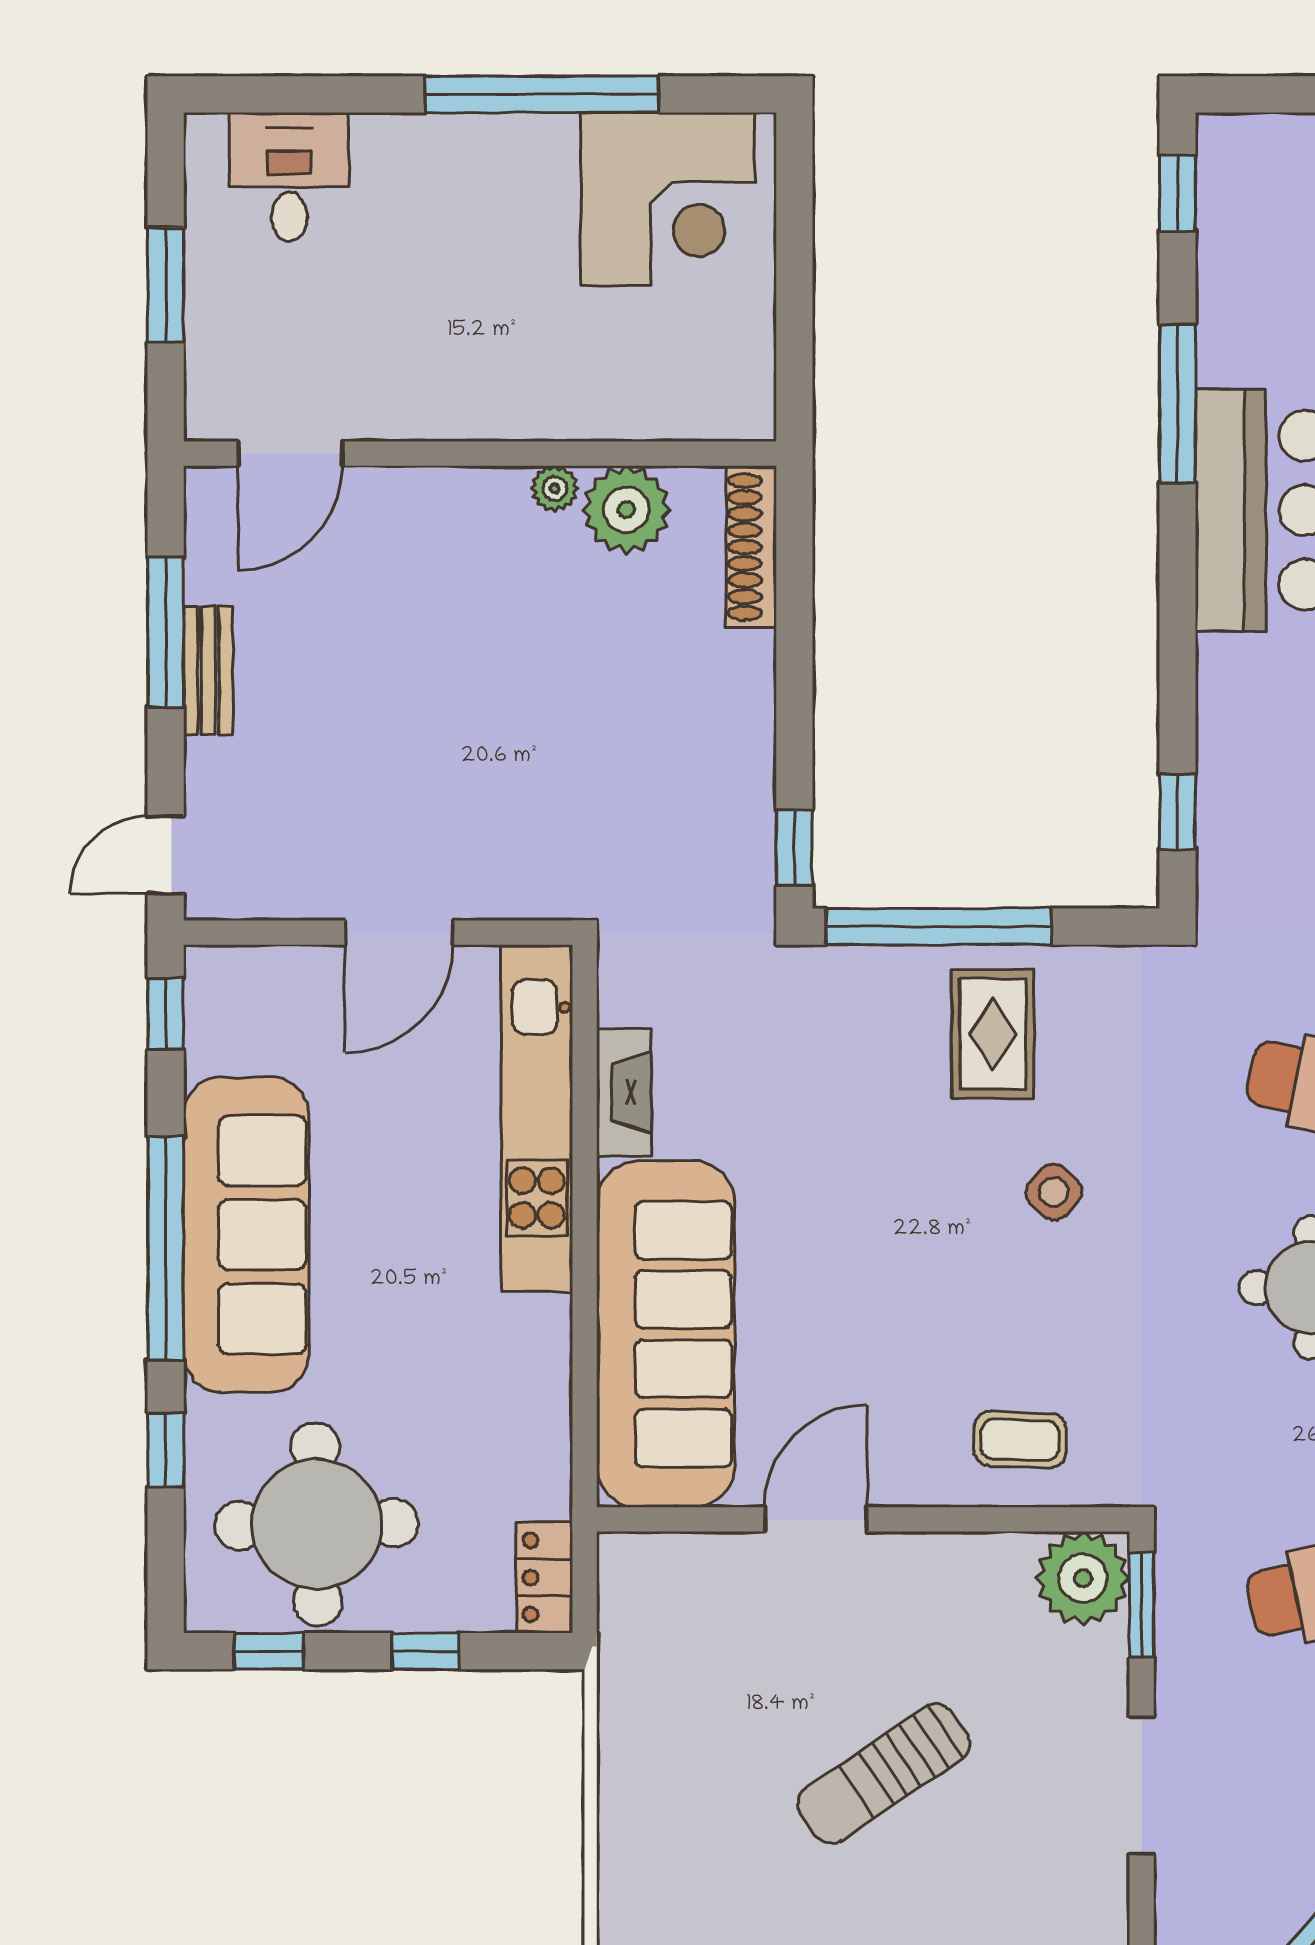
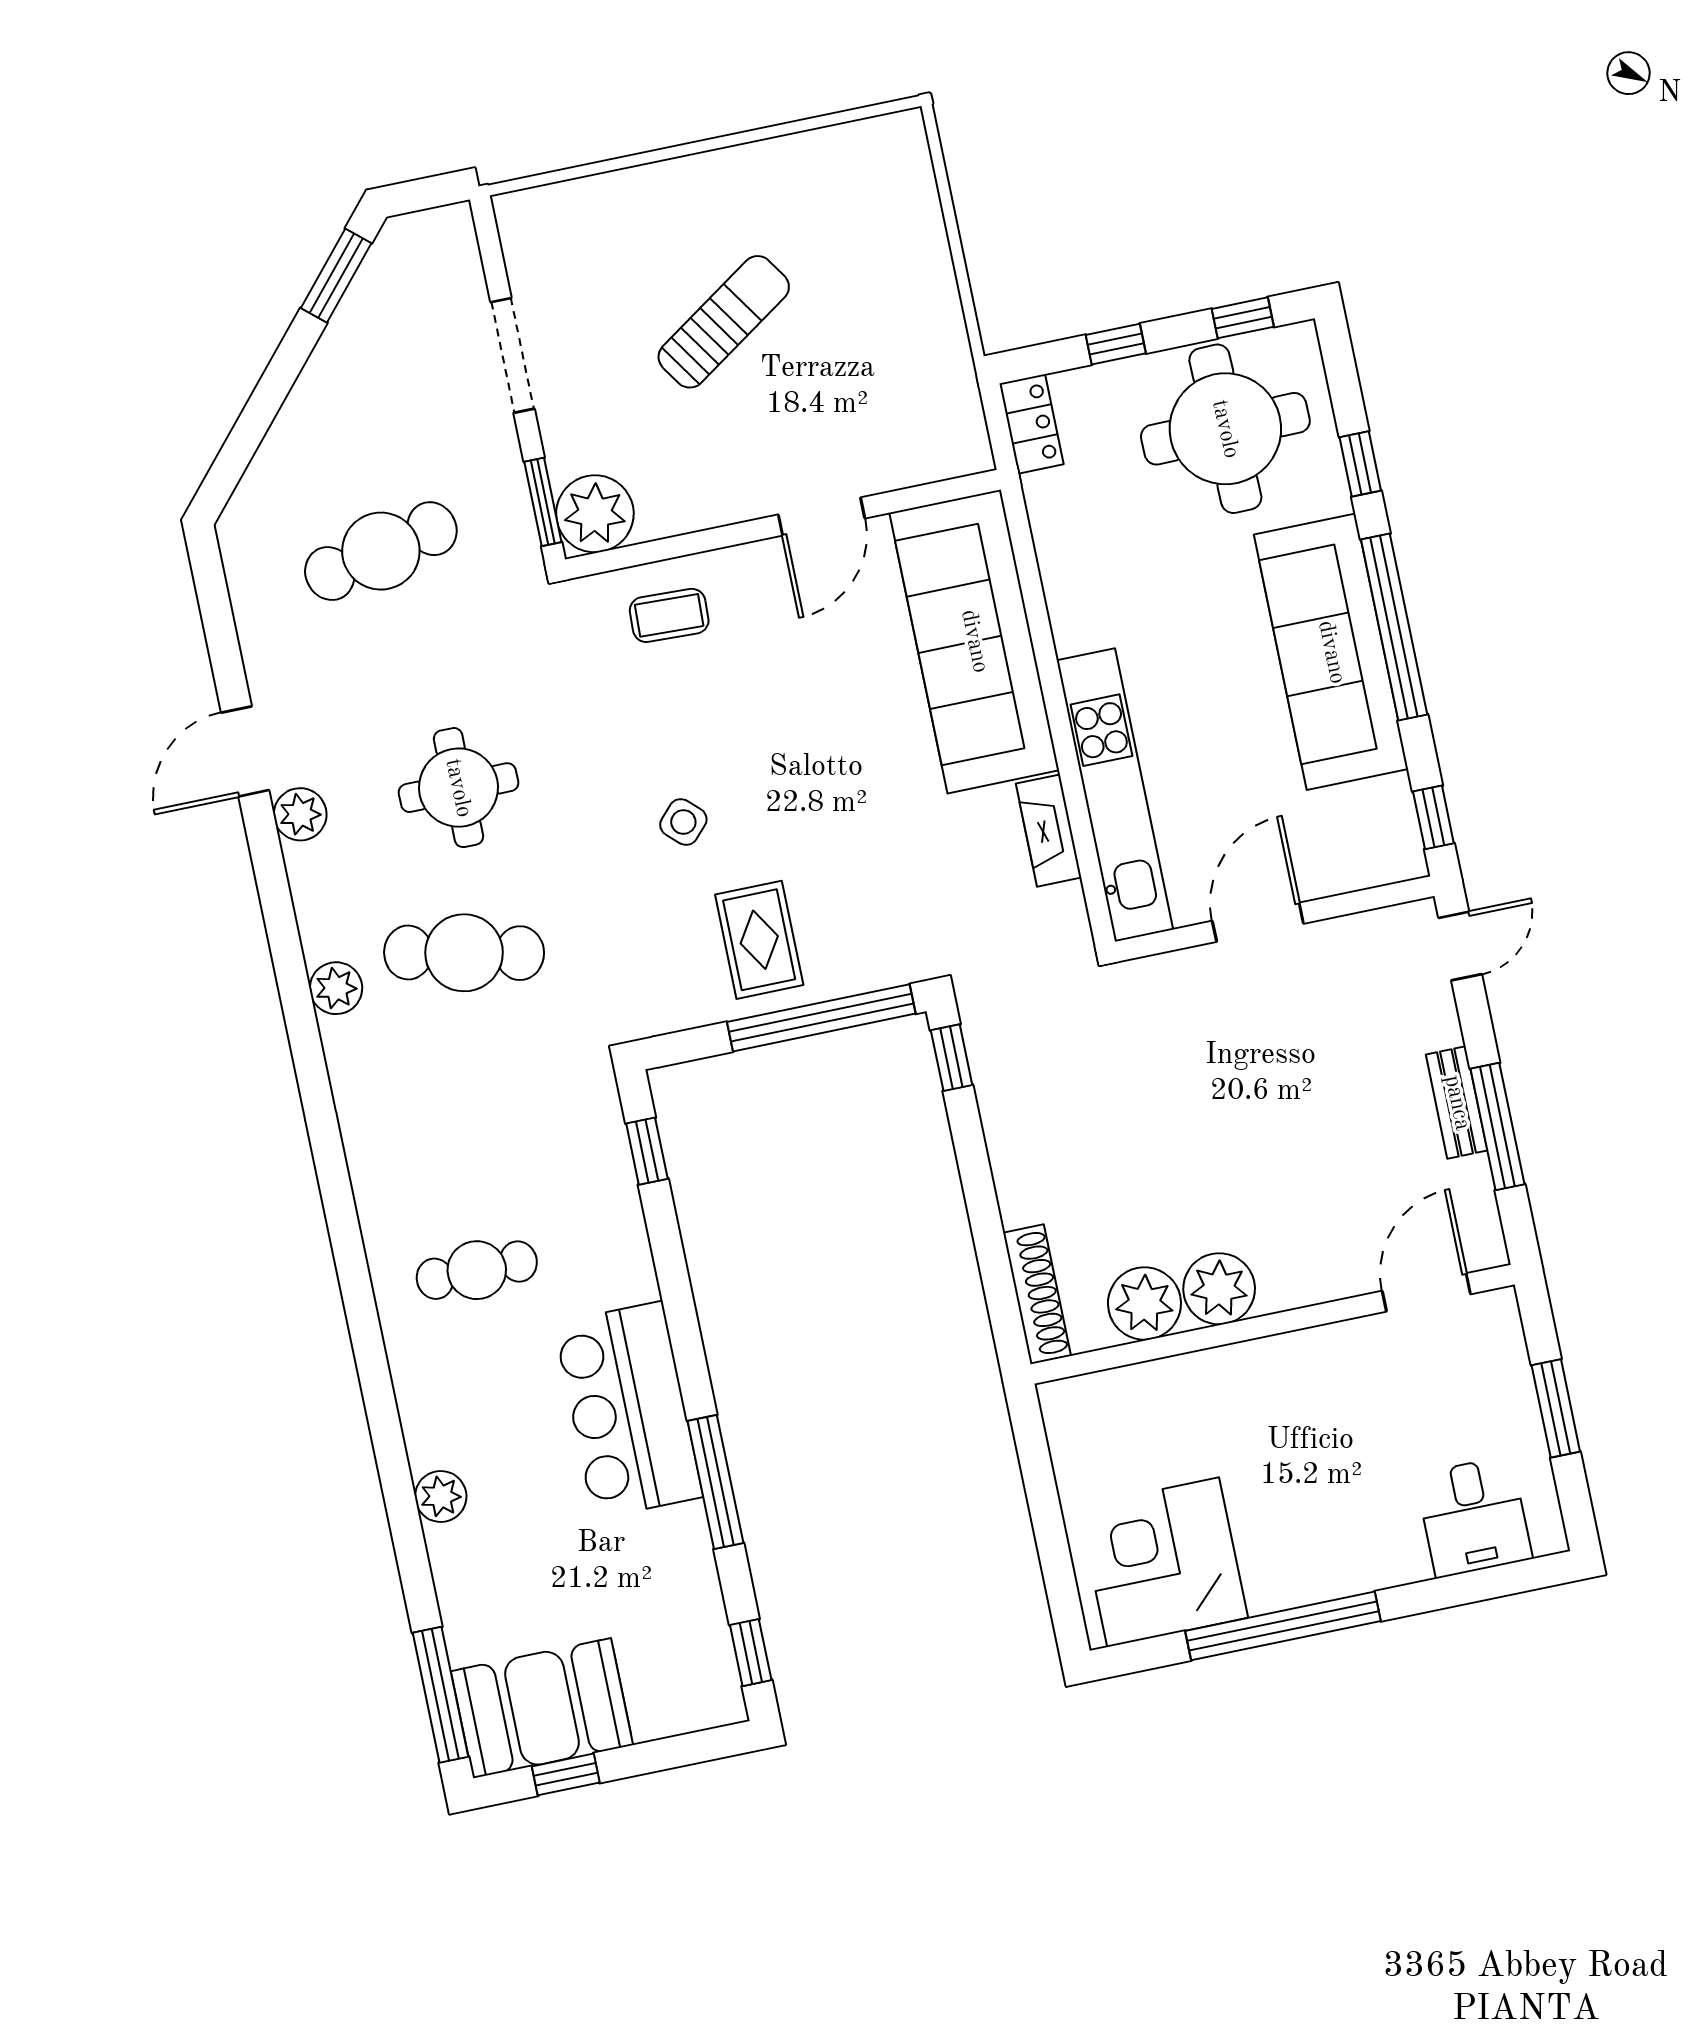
plant: (555, 489) -> (1219, 1289), width x1.87, depth x1.87

